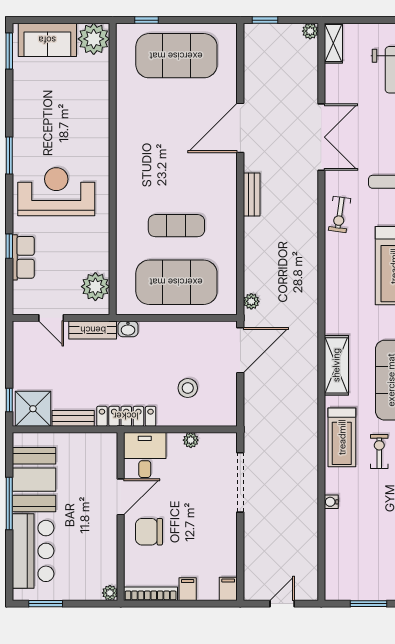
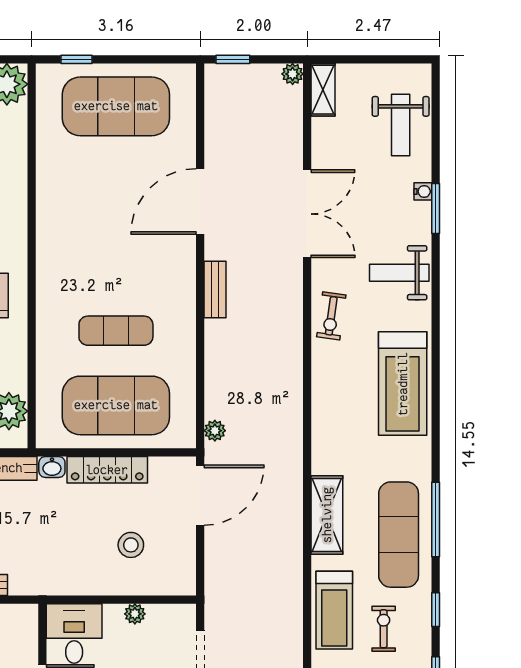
locker: (126, 416) -> (107, 470), moved, turned 180

